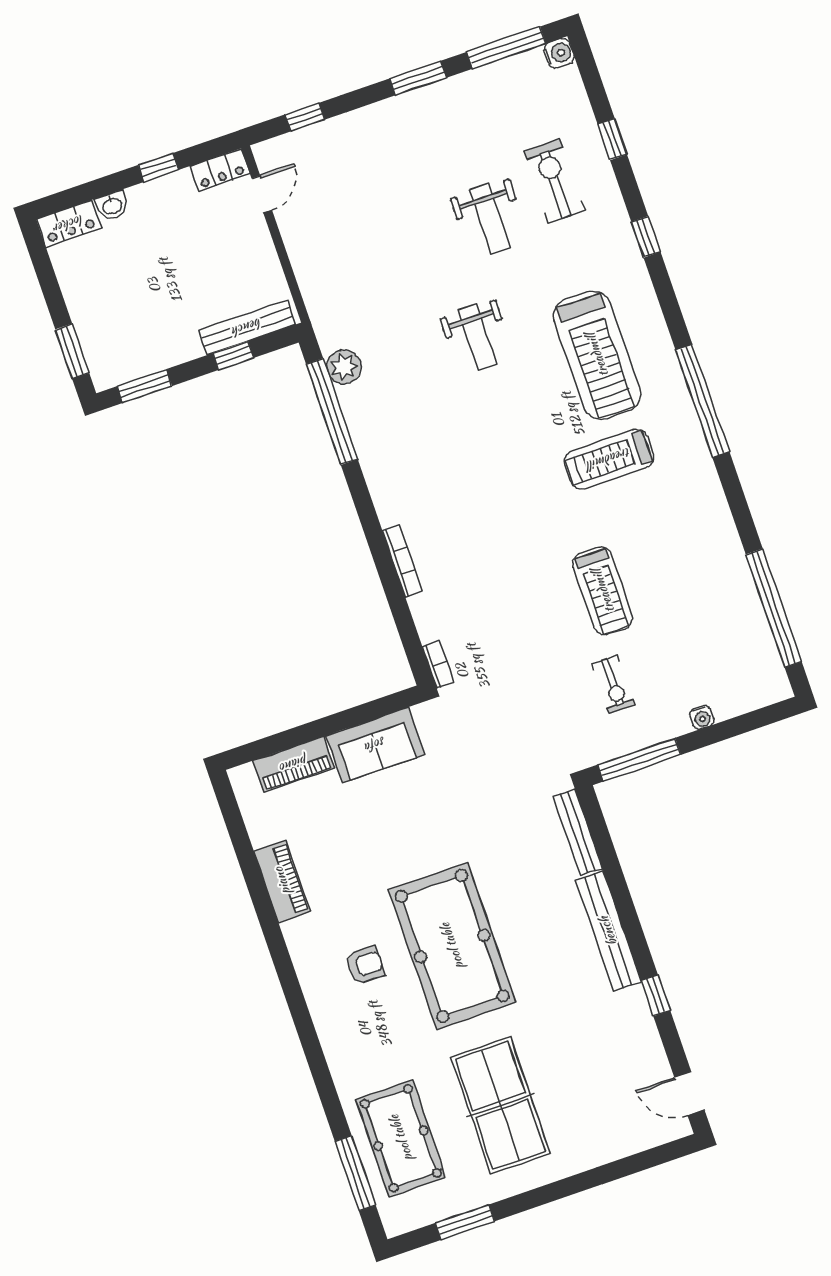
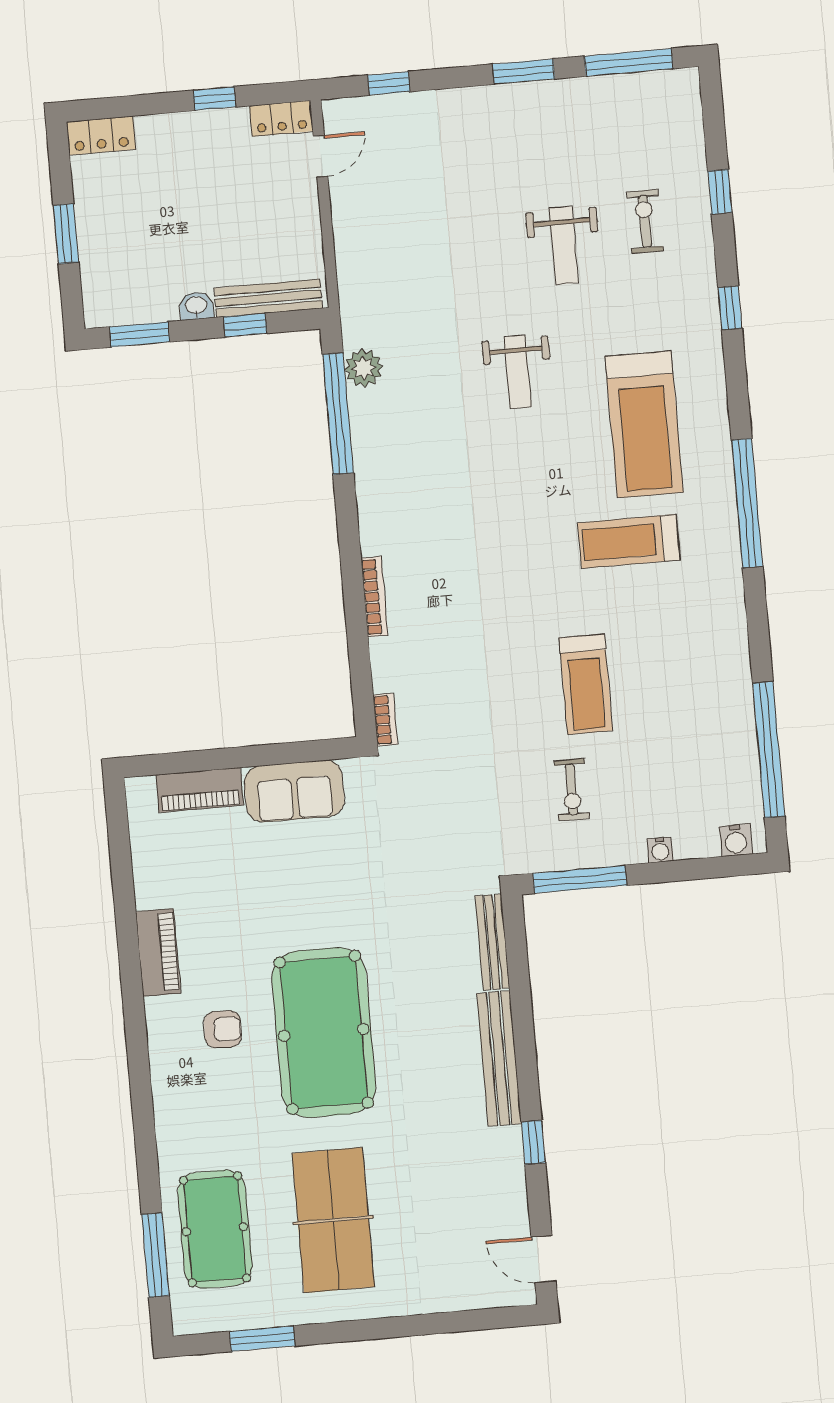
water cooler: (559, 53) -> (736, 840), moved, turned 90
exercise bike: (554, 181) -> (645, 221), width x0.73, depth x0.72
washbasin: (112, 206) -> (196, 306), moved, turned 180
window: (72, 351) -> (66, 234), moved
piano: (282, 881) -> (158, 952), moved

